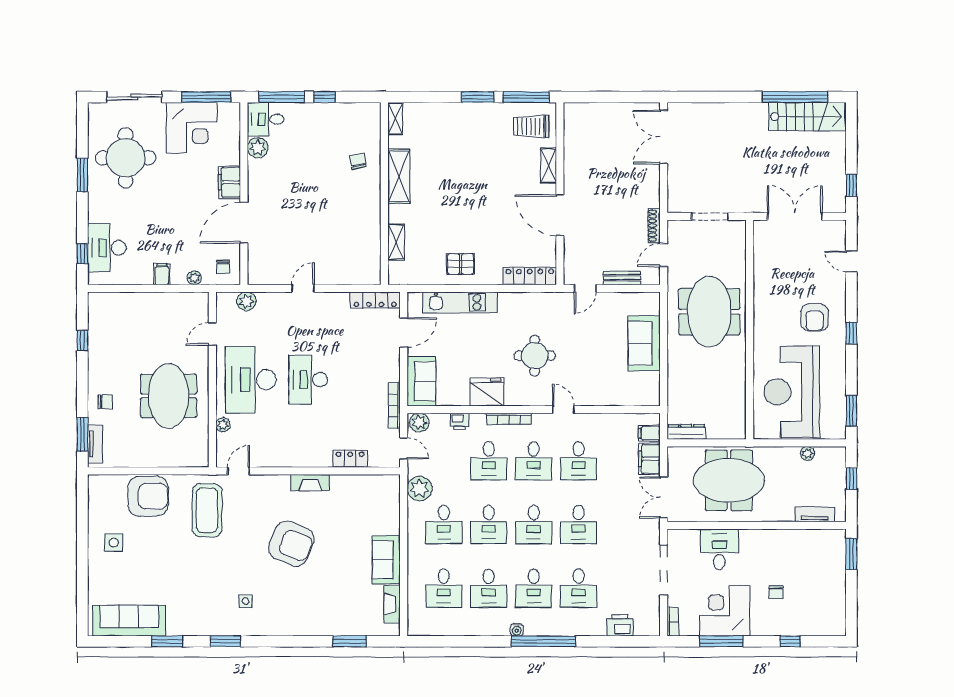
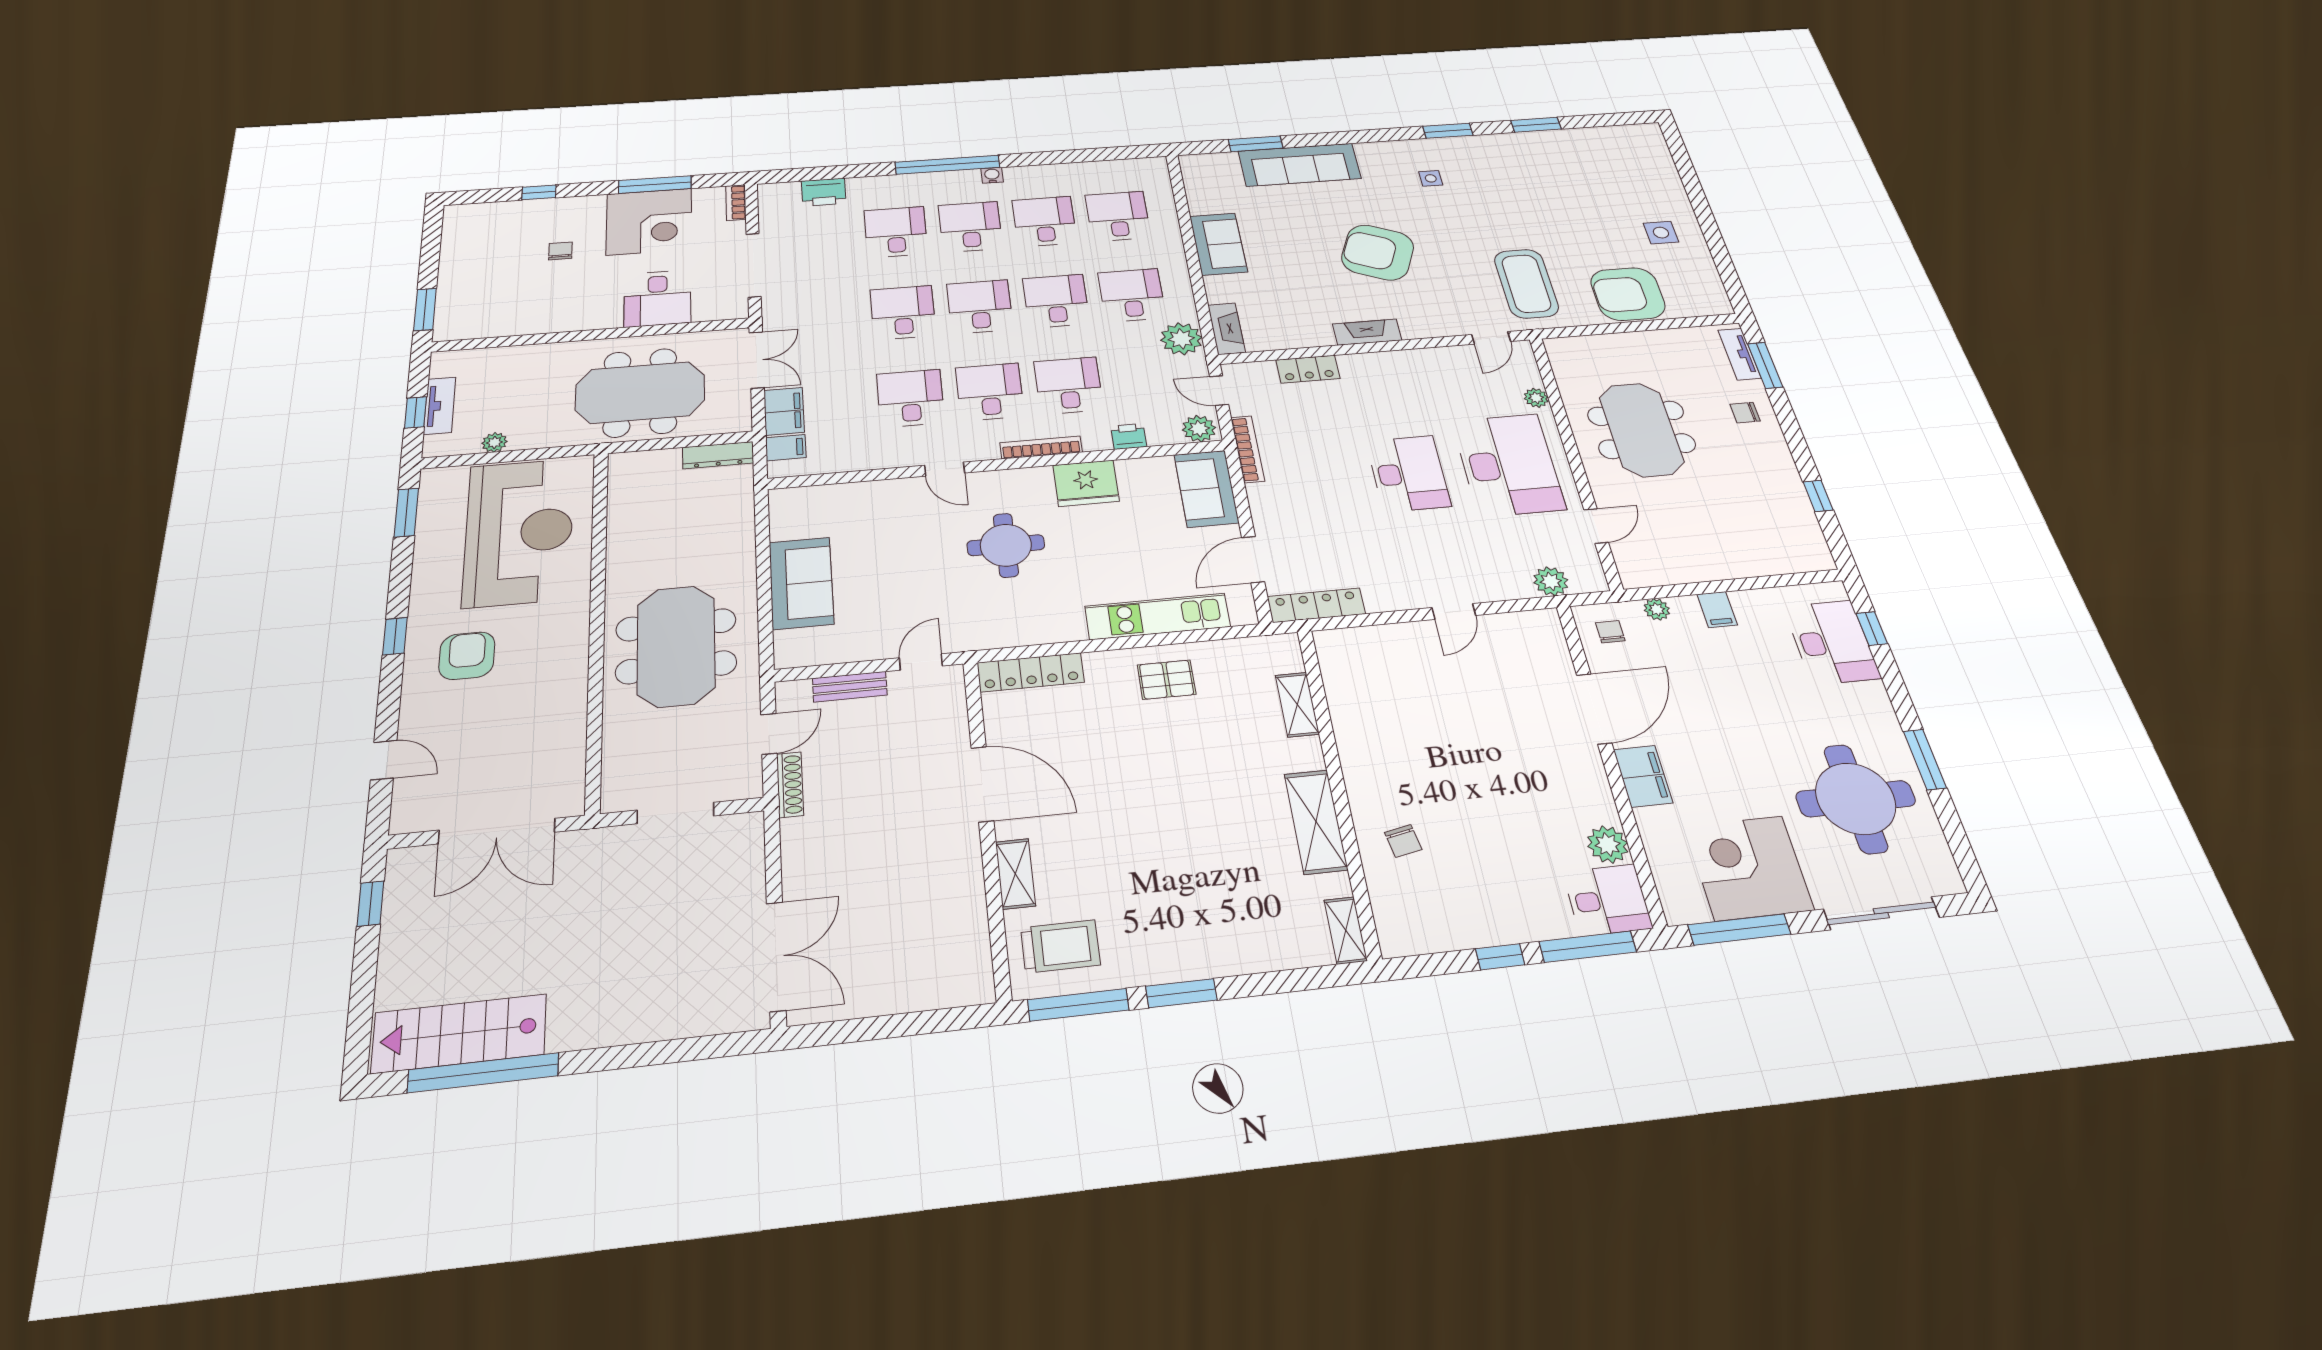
tv unit: (814, 514) -> (440, 406), moved, turned -90
fireplace: (392, 604) -> (1227, 329), moved
sofa: (129, 621) -> (1299, 165), moved

